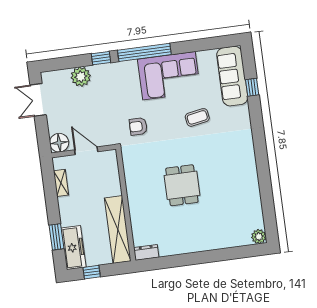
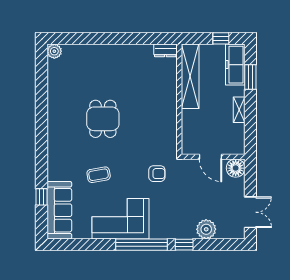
shelving: (61, 183) -> (239, 110), moved
dining table: (182, 185) -> (103, 119), moved

